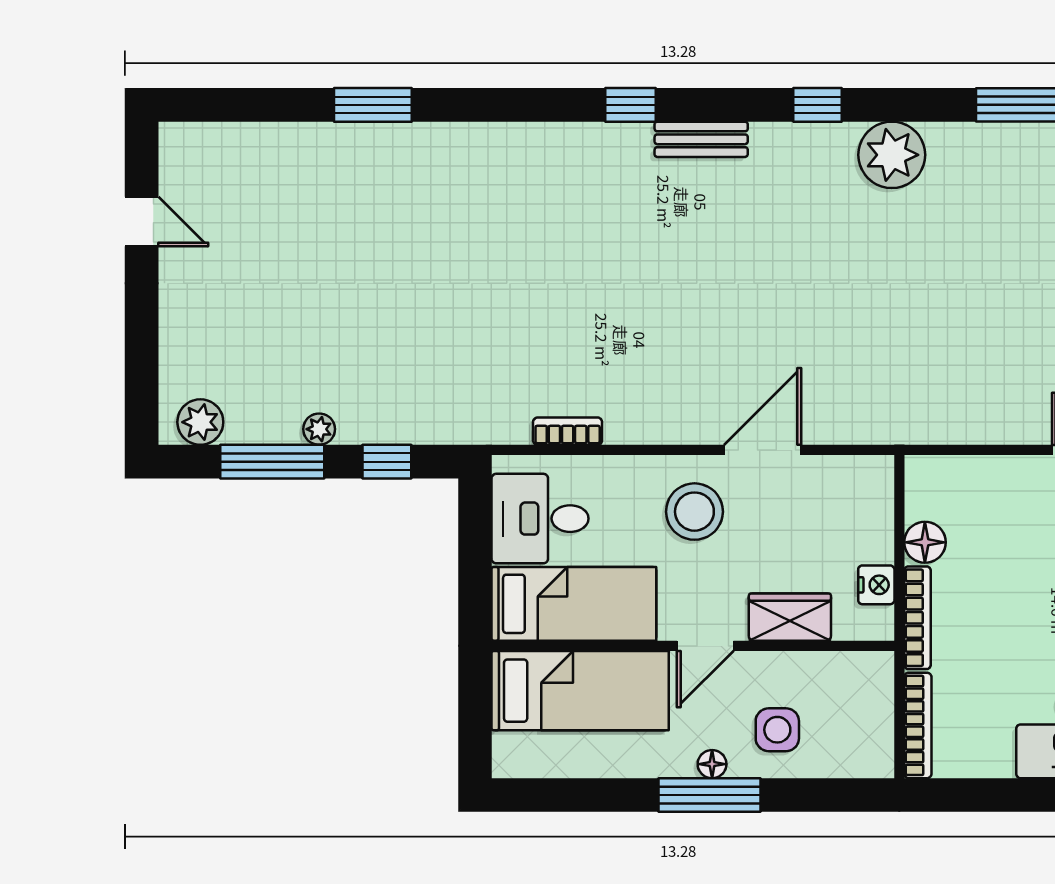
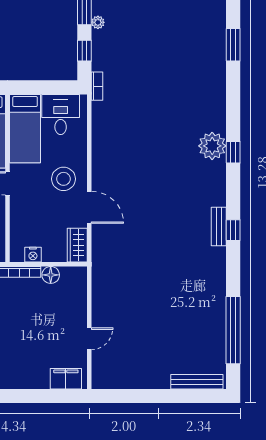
bench: (701, 139) -> (219, 226), moved
plant: (892, 155) -> (212, 146), moved
bookcase: (568, 431) -> (97, 86), moved
wardrobe: (790, 617) -> (77, 245), moved, turned 180

